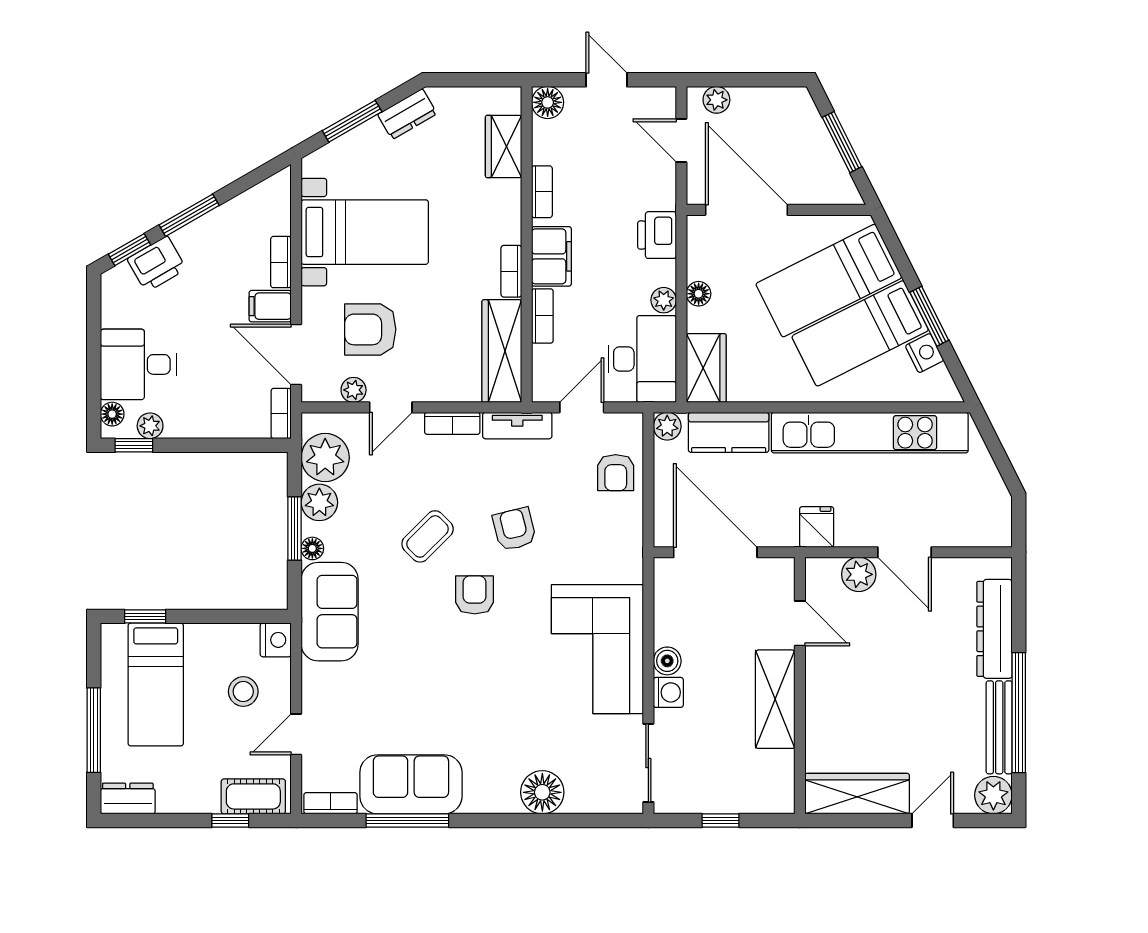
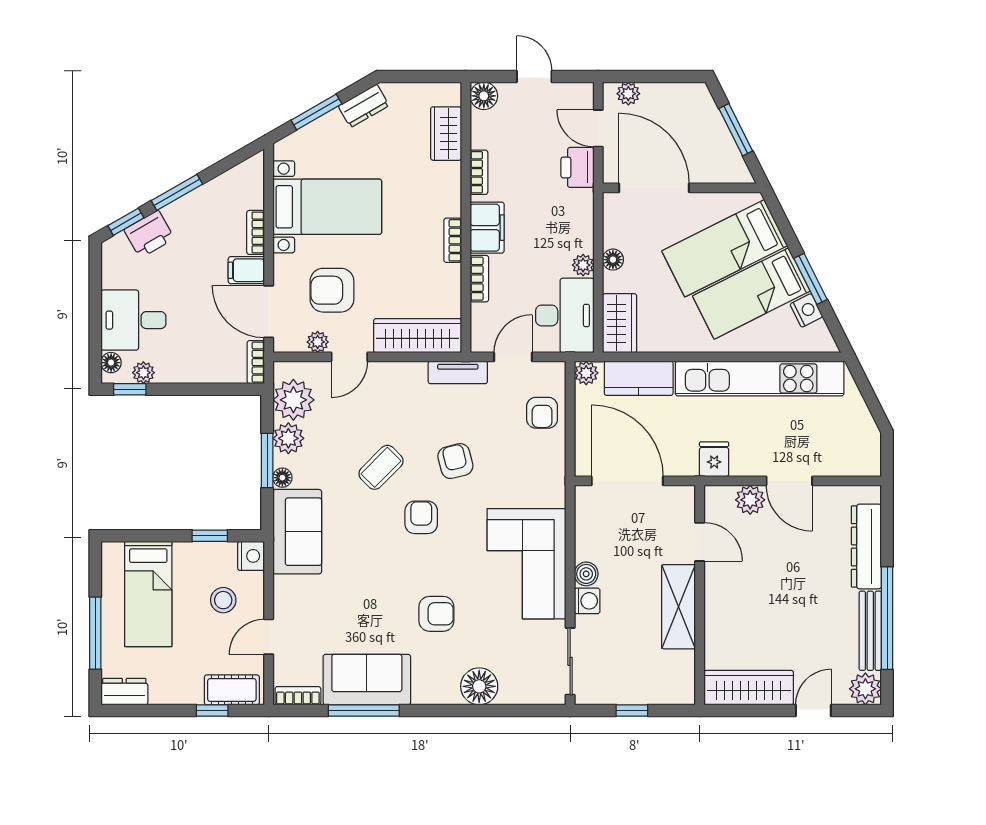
printer: (657, 235) -> (577, 167), moved
wardrobe: (502, 351) -> (418, 336), moved, turned 90
bookcase: (452, 423) -> (402, 371), removed
window: (145, 616) -> (210, 536), moved
armchair: (492, 708) -> (436, 614), added

